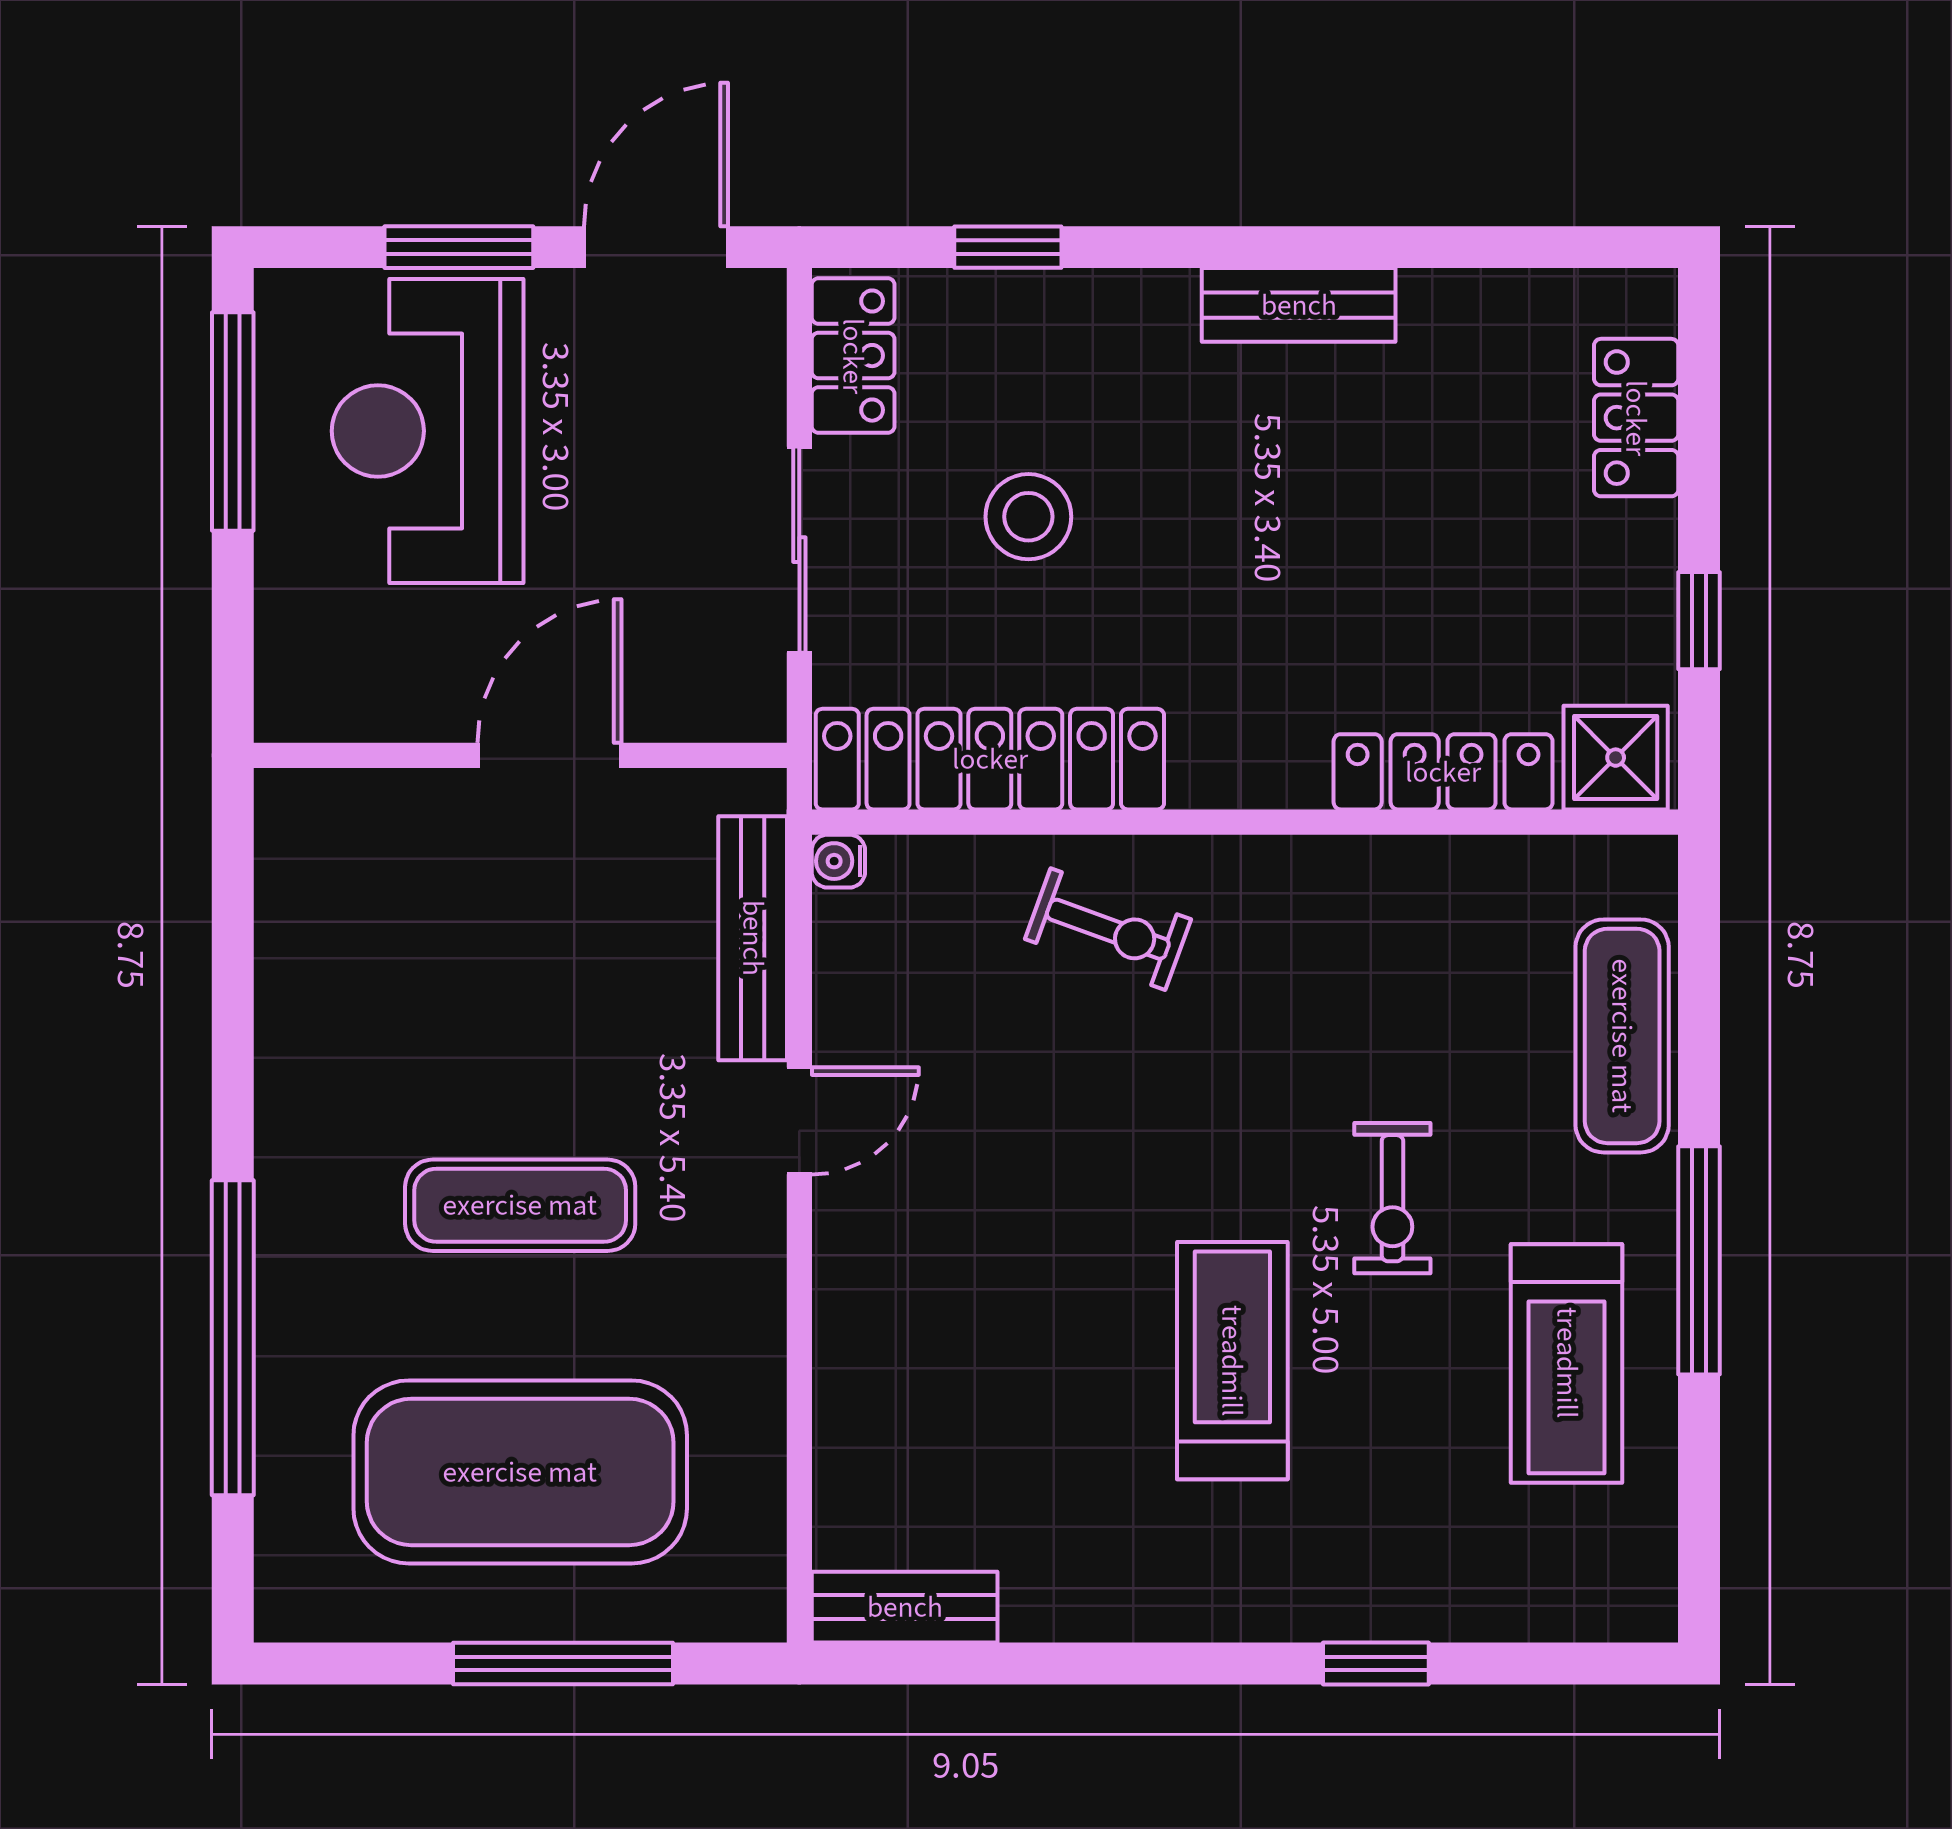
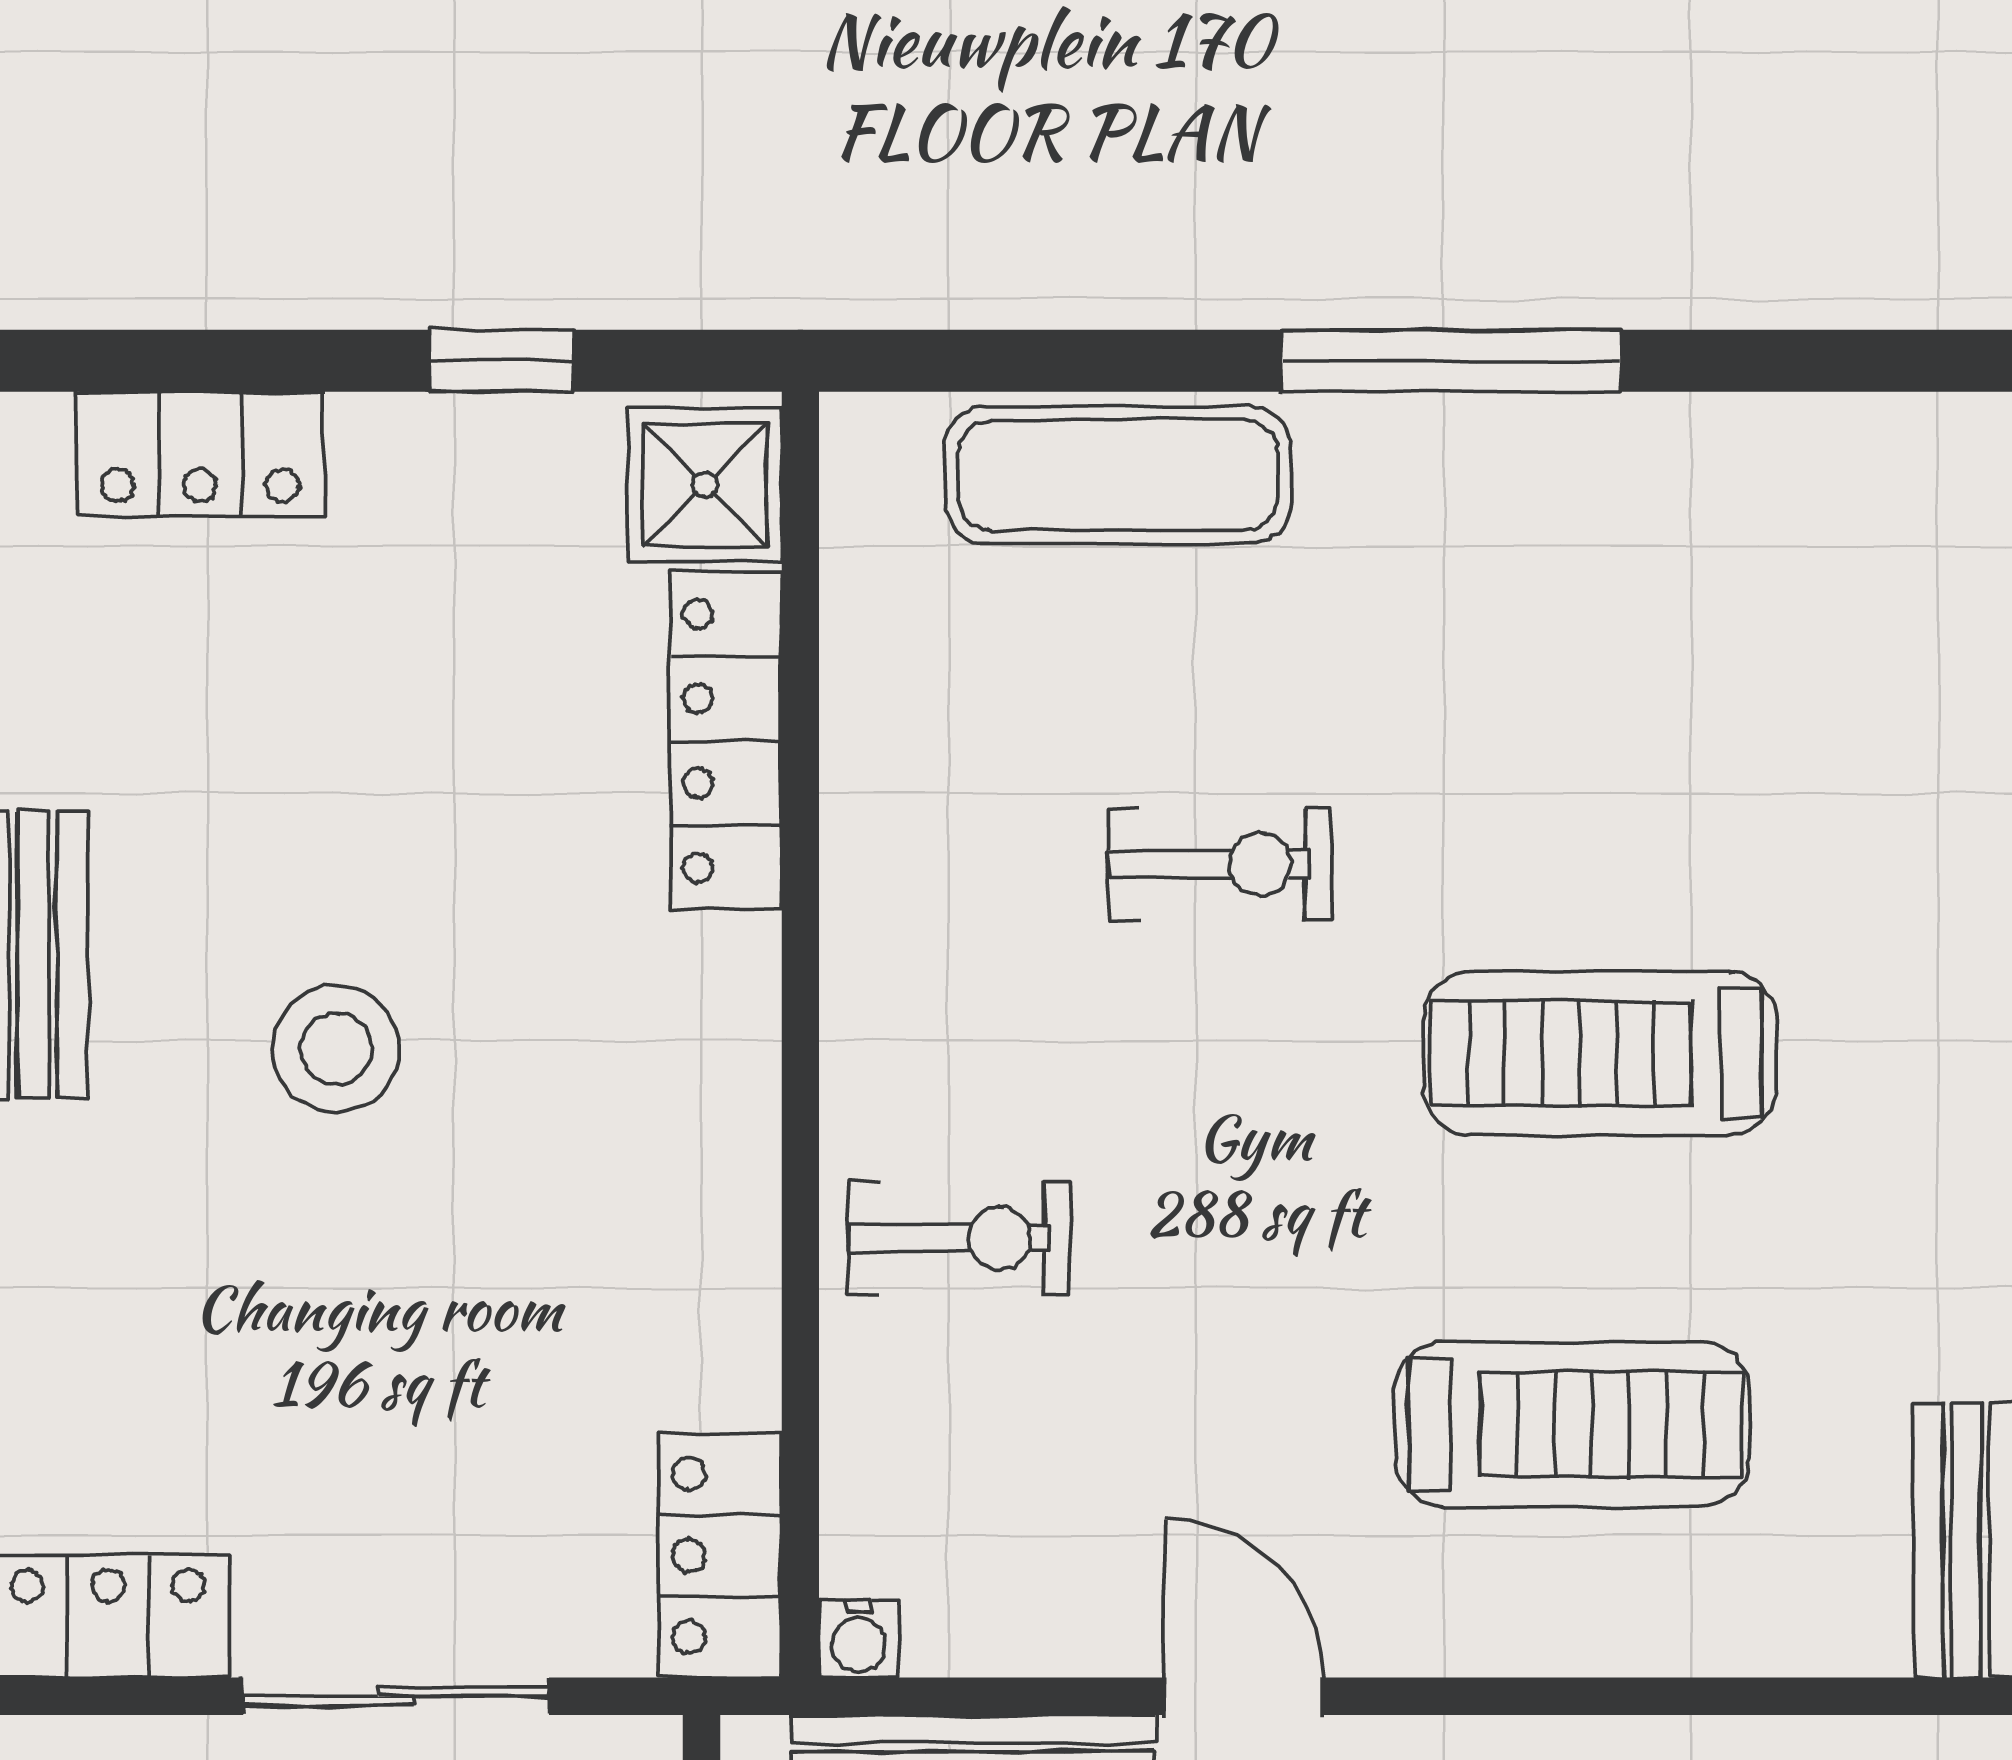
stool: (1028, 517) -> (336, 1049), moved
locker: (990, 759) -> (720, 1555), width x0.46, depth x0.83
exercise bike: (1108, 929) -> (959, 1238), turned 70
exercise bike: (1392, 1198) -> (1220, 864), moved
treadmill: (1567, 1363) -> (1572, 1424), moved

